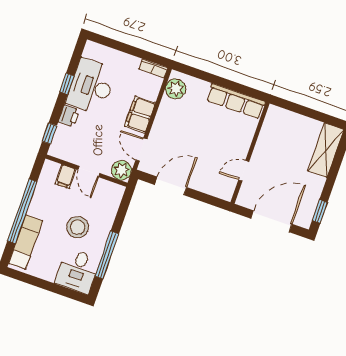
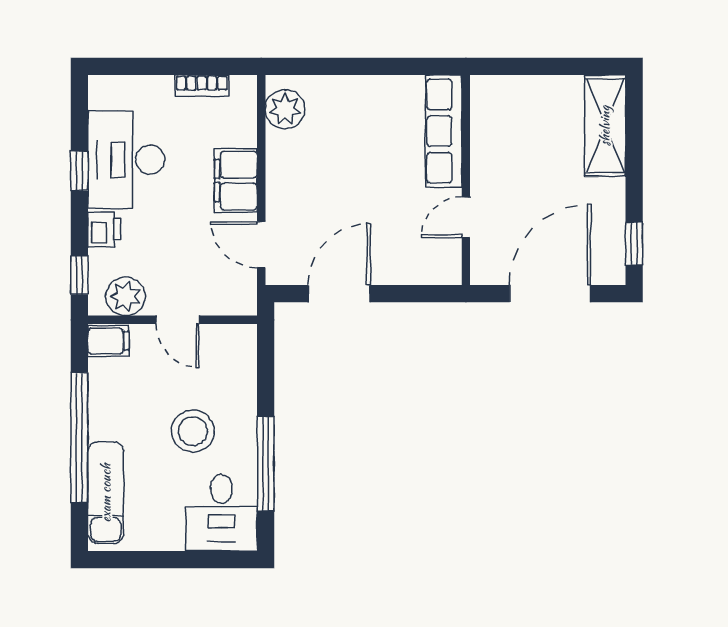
bookcase: (153, 68) -> (202, 86), moved
row of seats: (236, 101) -> (444, 131), moved, turned 90
plant: (122, 170) -> (125, 296), moved
filing cabinet: (66, 176) -> (108, 341), moved, turned -90

